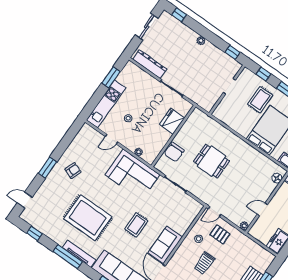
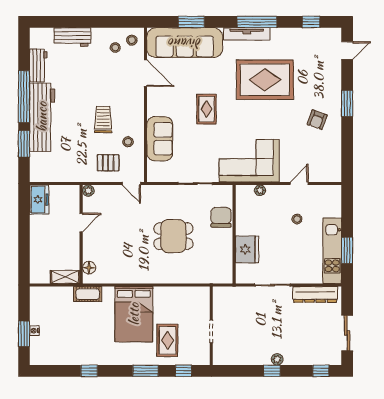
window: (233, 52) -> (272, 371), moved
kitchen unit: (106, 104) -> (332, 251), moved
door: (215, 212) -> (131, 183), swing flipped
sofa: (165, 245) -> (160, 139), moved

